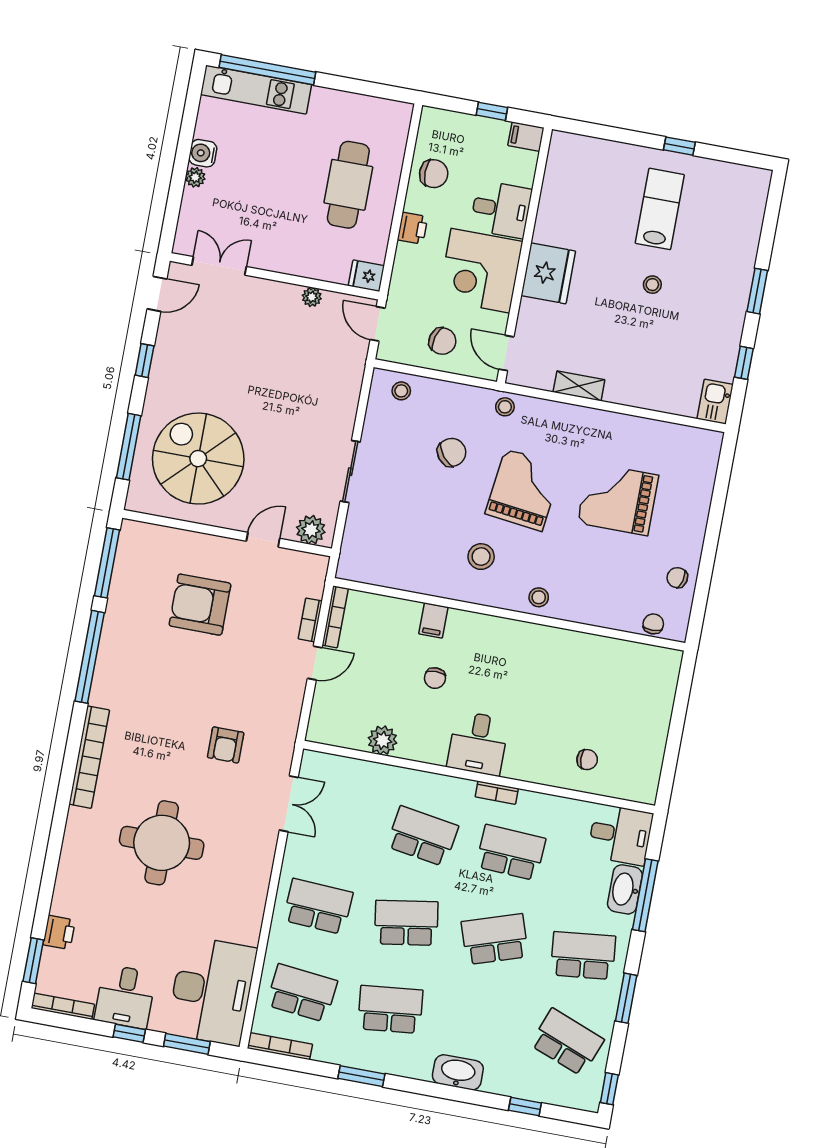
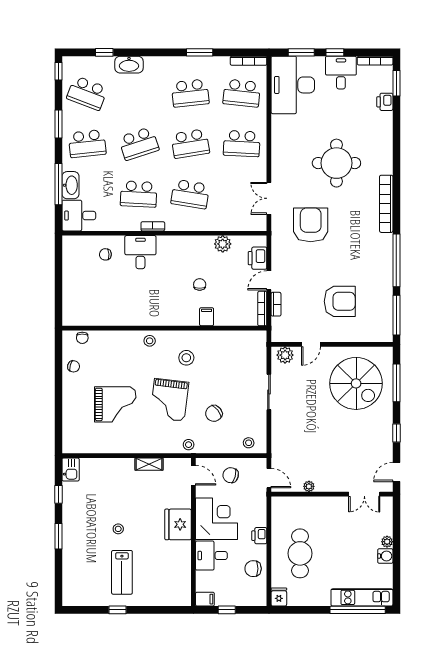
fridge: (366, 276) -> (279, 597), moved, turned -90
printer: (327, 705) -> (258, 258), added
desk: (478, 743) -> (140, 252), moved
armchair: (226, 745) -> (311, 225), width x1.88, depth x1.88
washbasin: (458, 1072) -> (129, 65), moved

